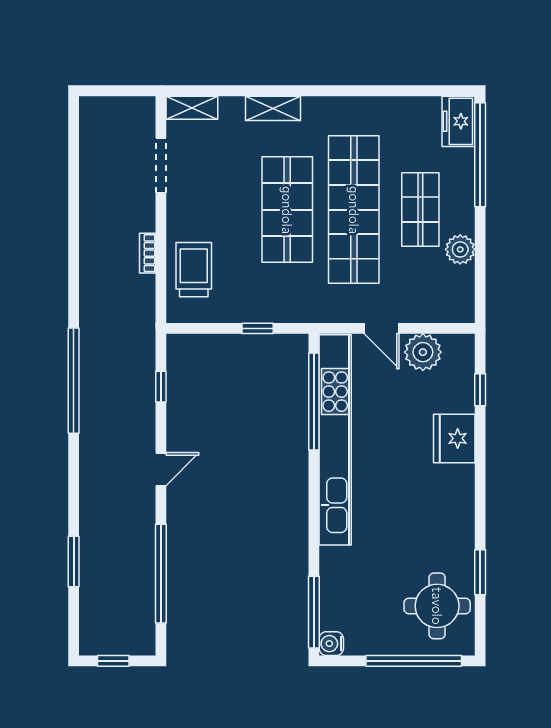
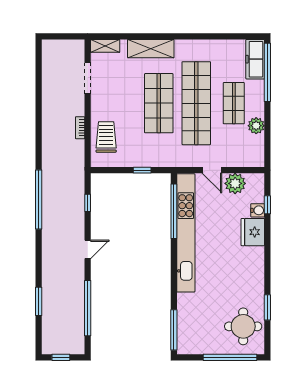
shelving: (273, 108) -> (151, 49), width x1.50, depth x1.33
freezer: (459, 121) -> (255, 59), width x1.40
water cooler: (331, 644) -> (258, 210), moved, turned 180

